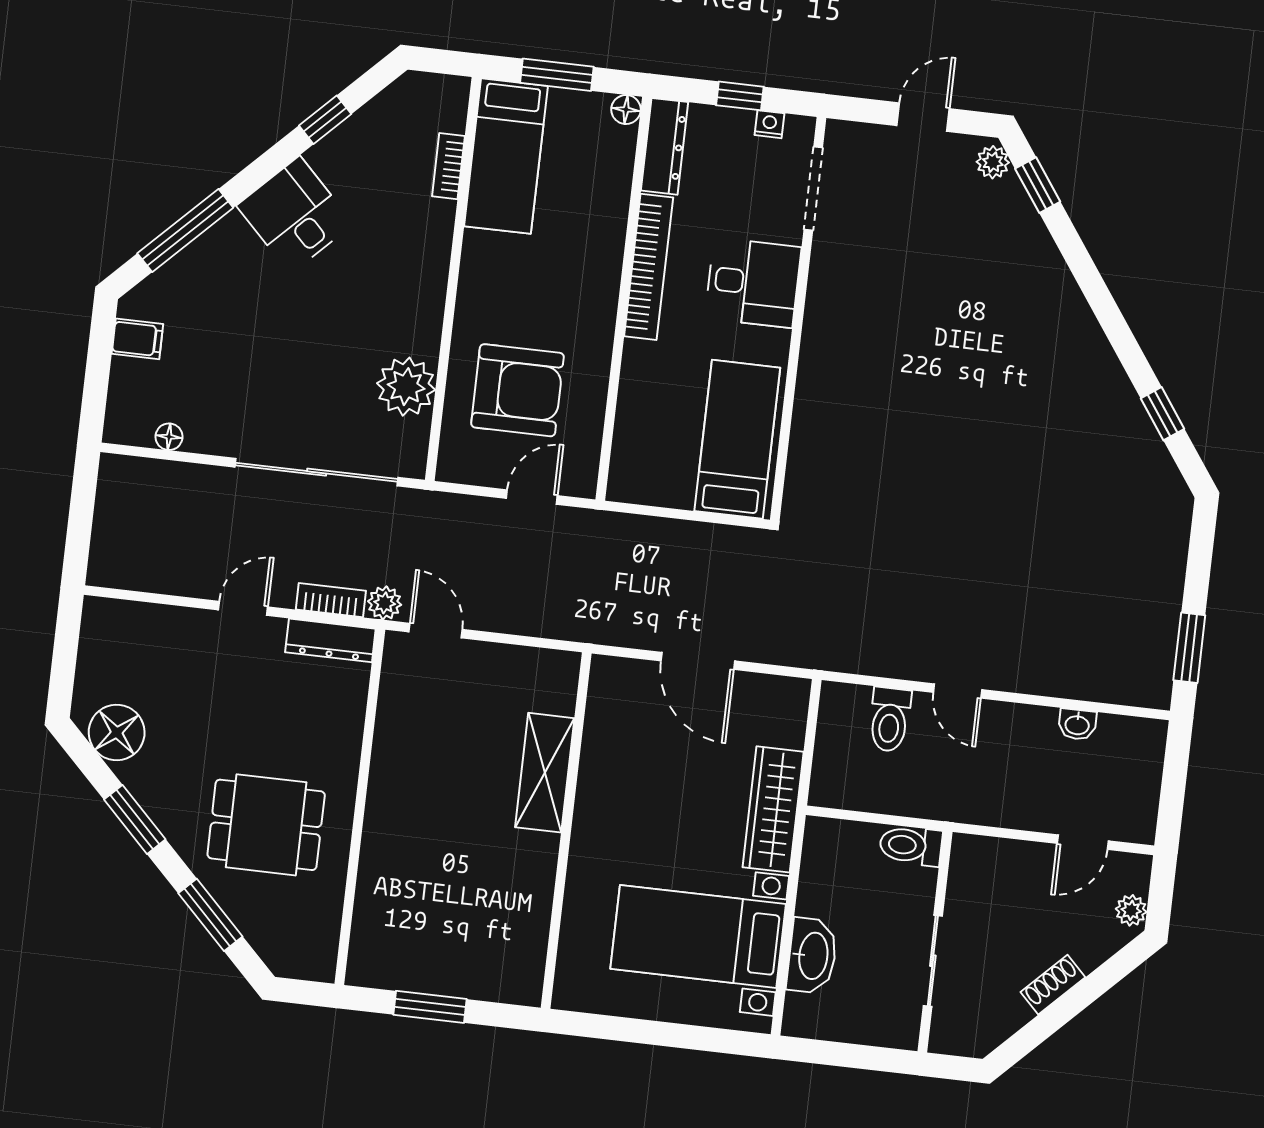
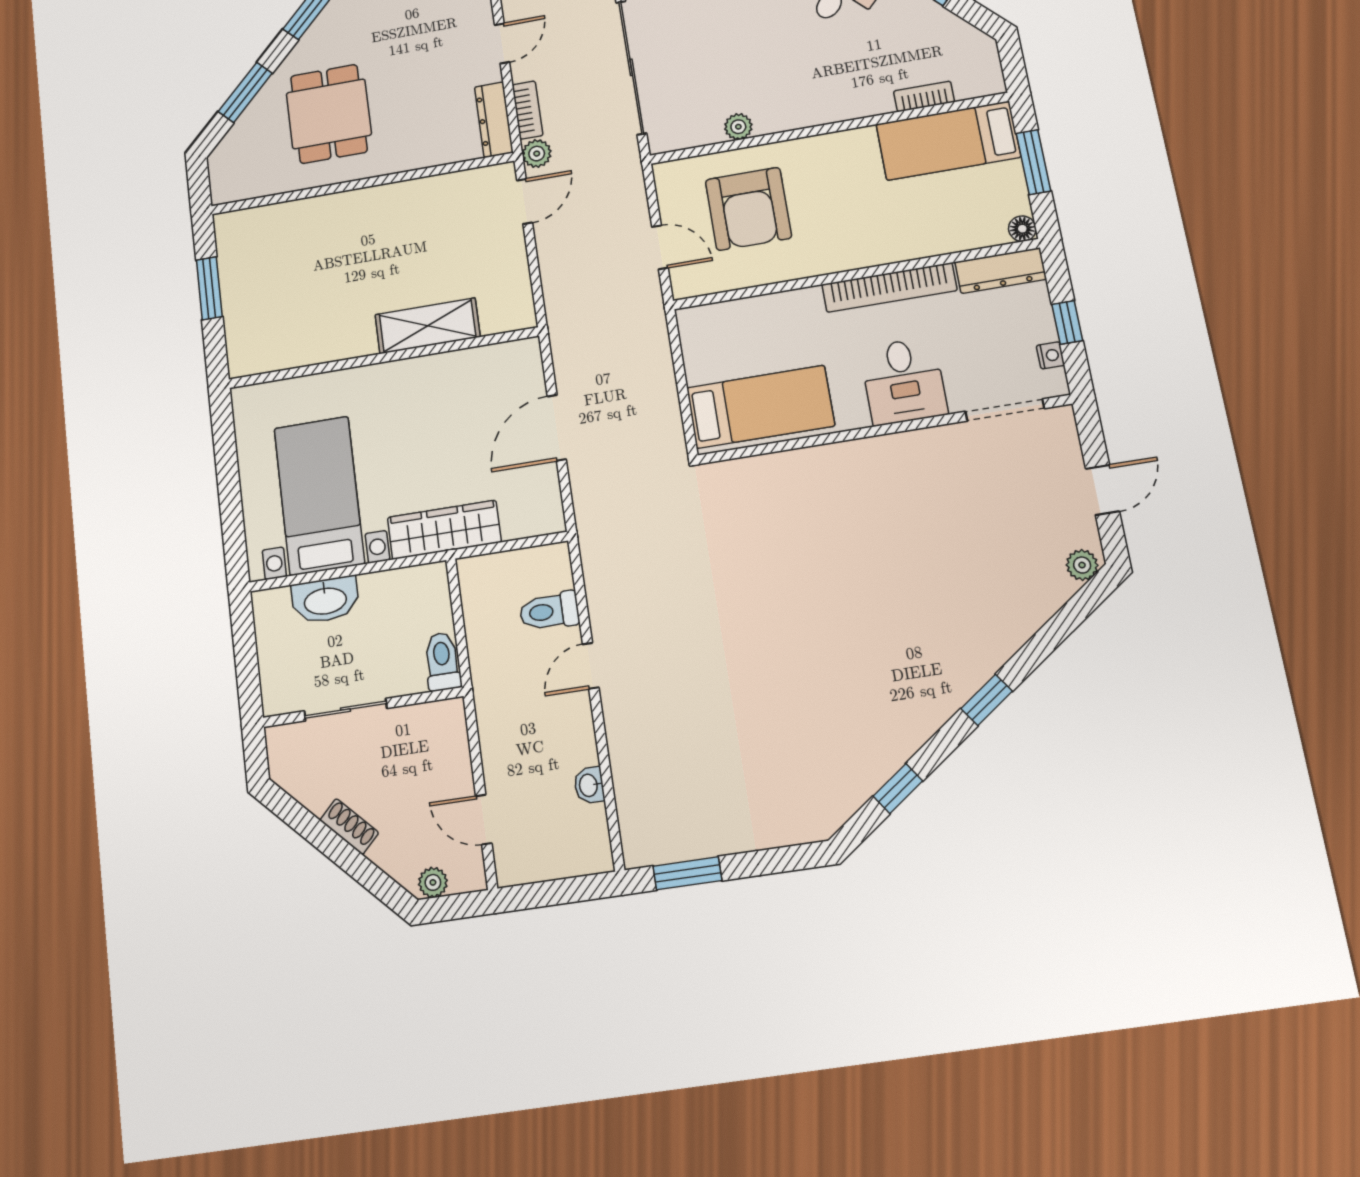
door: (923, 117) -> (1102, 490), hinge flipped
window: (1038, 185) -> (987, 700), moved
plant: (406, 387) -> (738, 127), width x0.53, depth x0.53
door: (243, 608) -> (502, 43), hinge flipped

